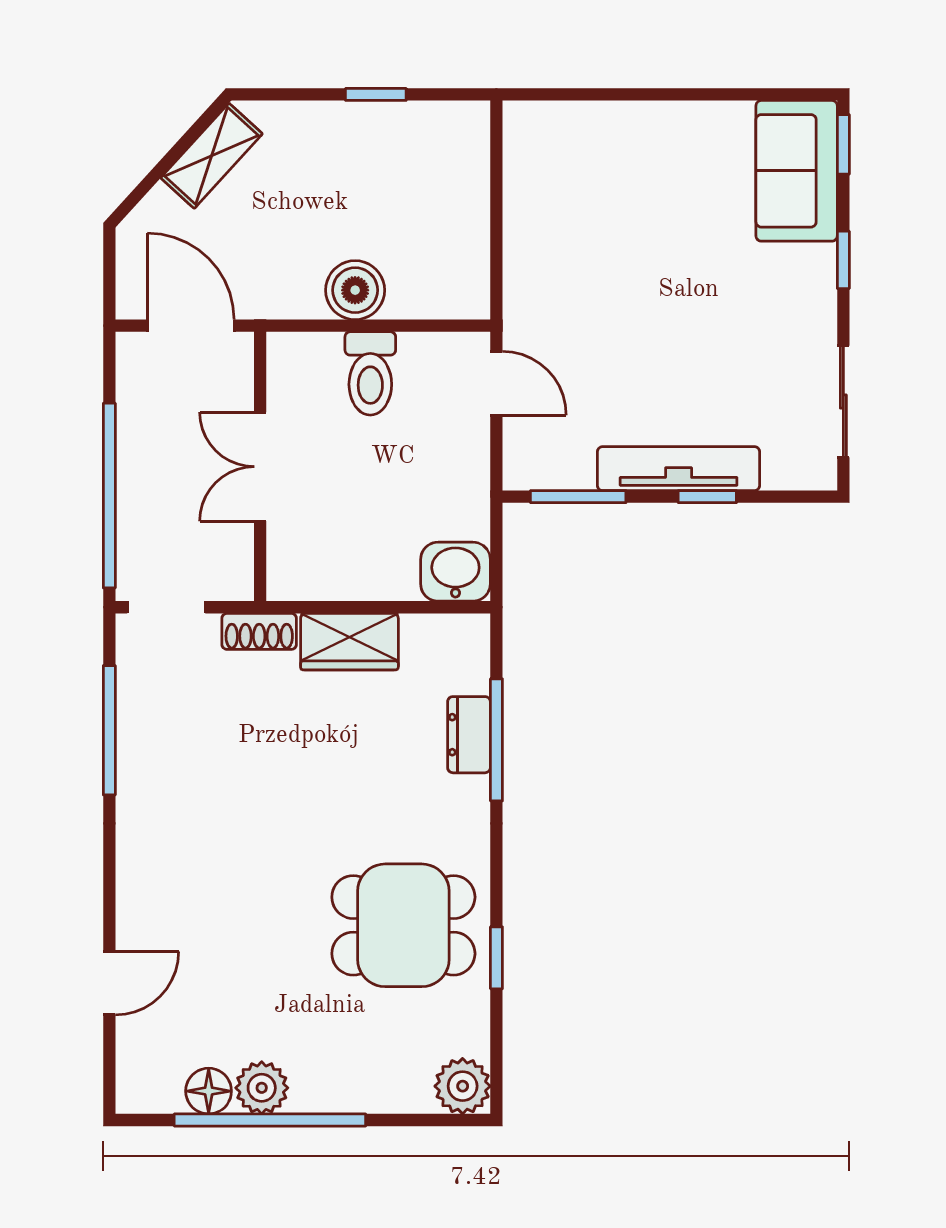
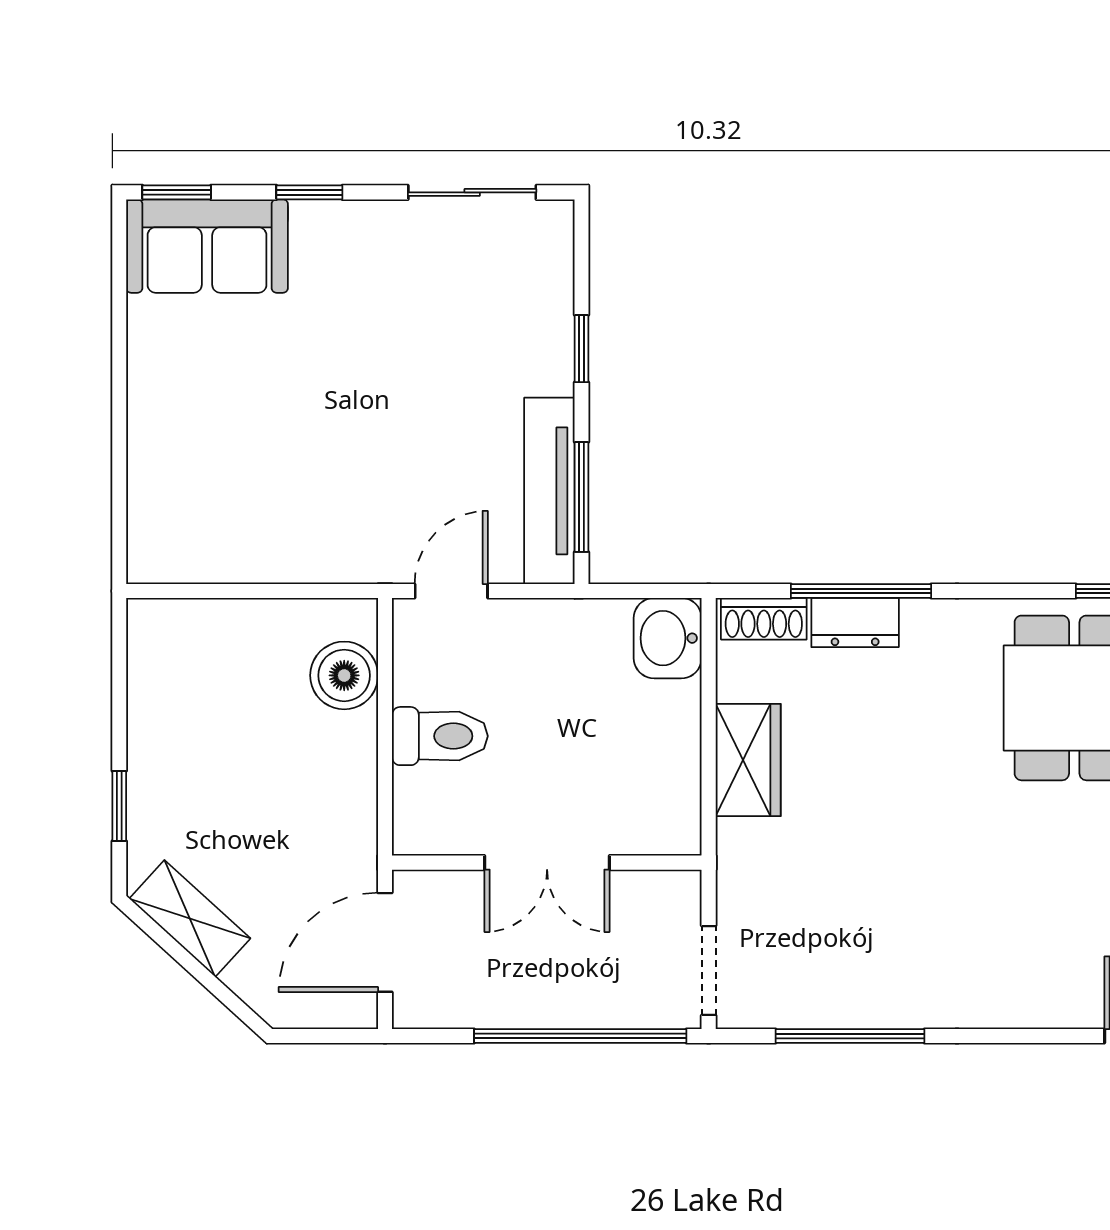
window: (376, 94) -> (119, 806), moved
boiler: (355, 290) -> (344, 675), moved
tv unit: (679, 469) -> (549, 491), moved
shoe rack: (259, 631) -> (764, 619), moved, turned 90

